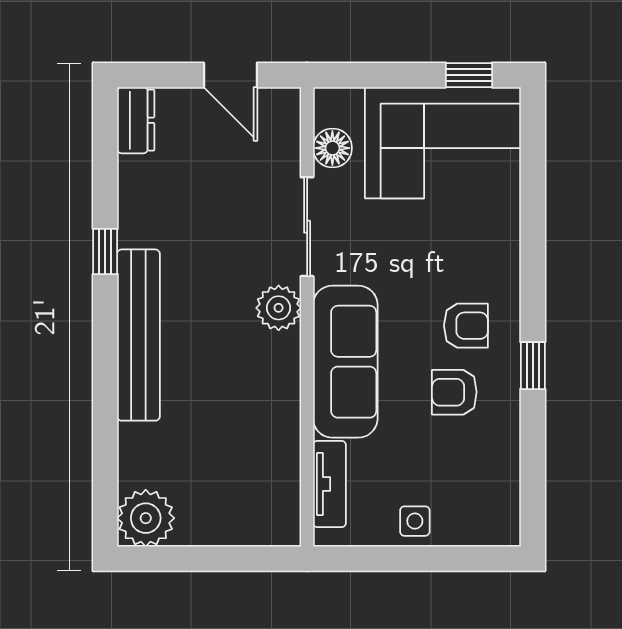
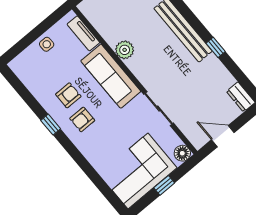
window: (469, 75) -> (164, 185), moved
floor lamp: (332, 148) -> (182, 153), moved
plant: (279, 308) -> (125, 50), moved

